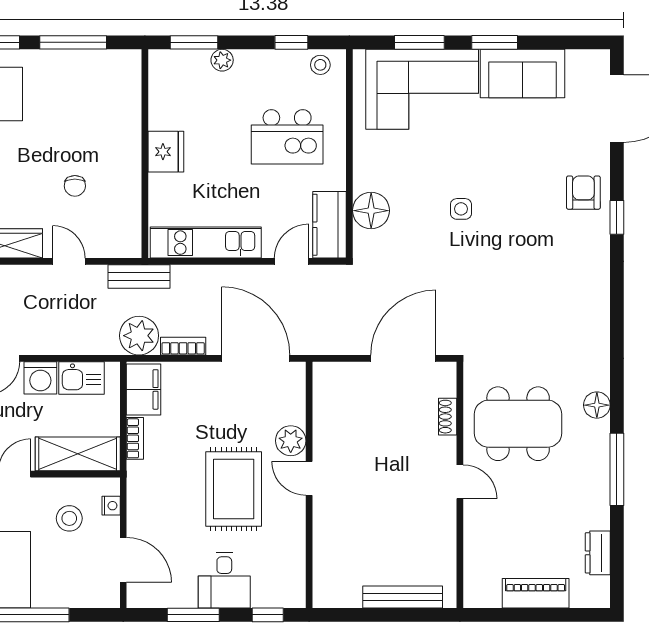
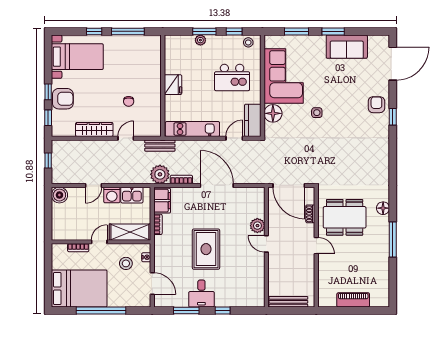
window: (194, 42) -> (204, 31), moved
corner sofa: (422, 89) -> (284, 76), moved, turned -90
door: (69, 261) -> (126, 138), hinge flipped
door: (403, 358) -> (289, 185), swing flipped
plant: (291, 441) -> (257, 226), moved
door: (309, 478) -> (266, 244), moved
wall: (309, 485) -> (266, 247), moved
dresser: (598, 553) -> (383, 280), removed

